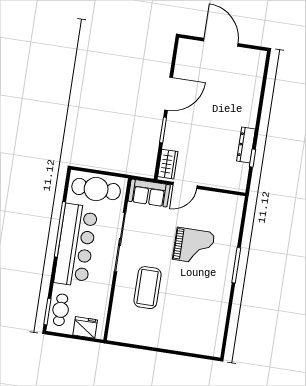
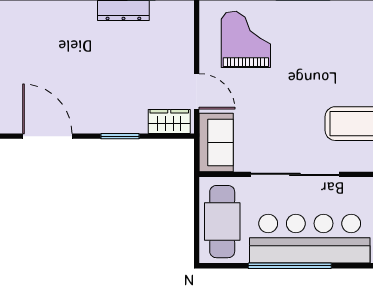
door: (169, 94) -> (47, 136), moved
grand piano: (194, 246) -> (246, 39), moved

